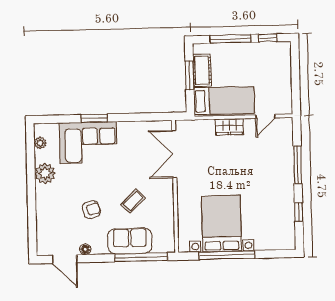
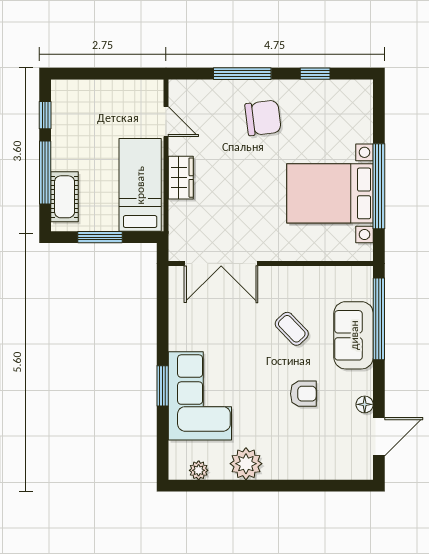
cot: (202, 70) -> (65, 197), moved, turned 90
chair: (269, 179) -> (263, 118), added
armchair: (91, 210) -> (303, 394), turned 106

